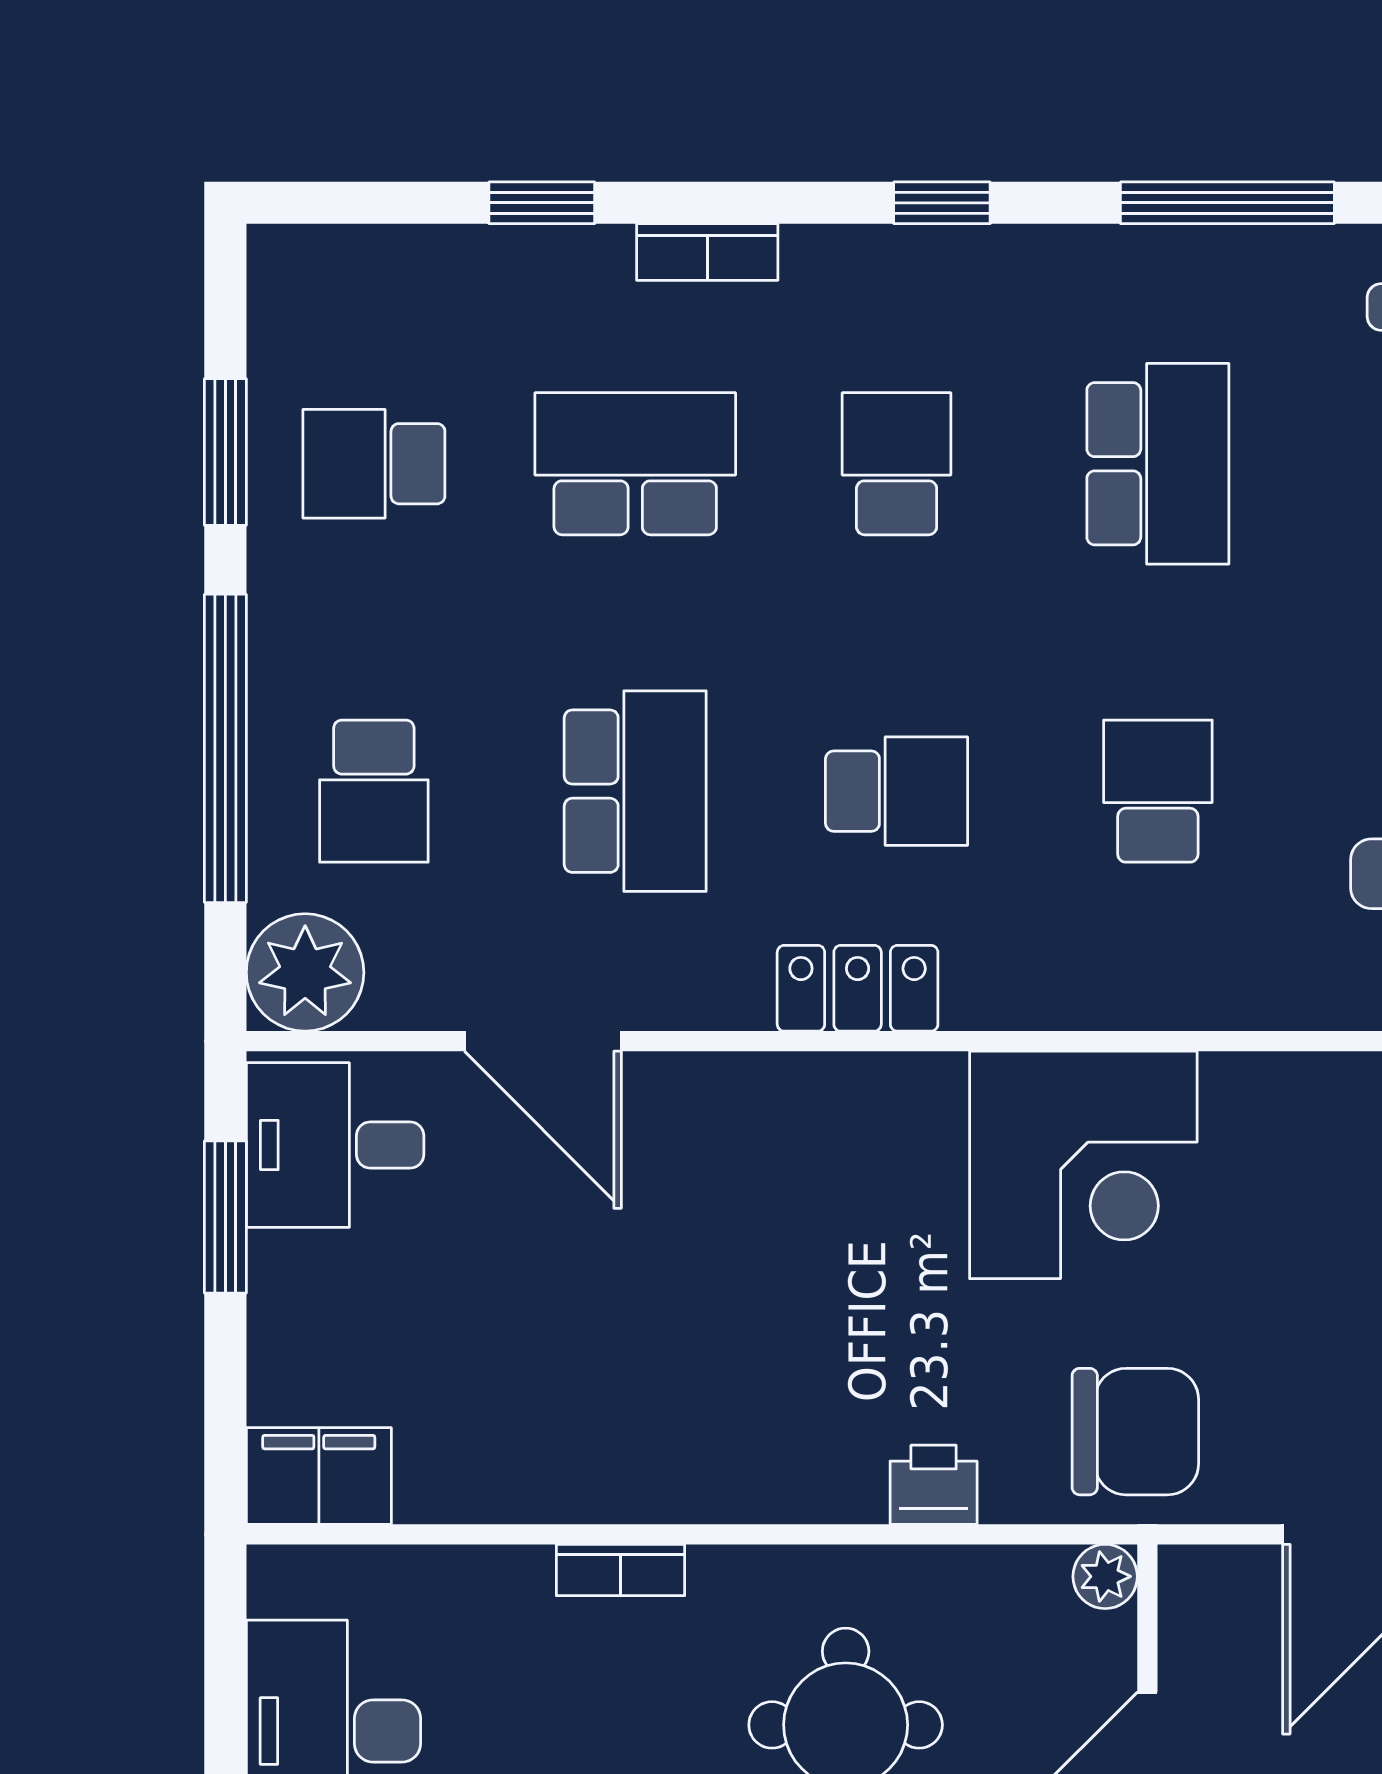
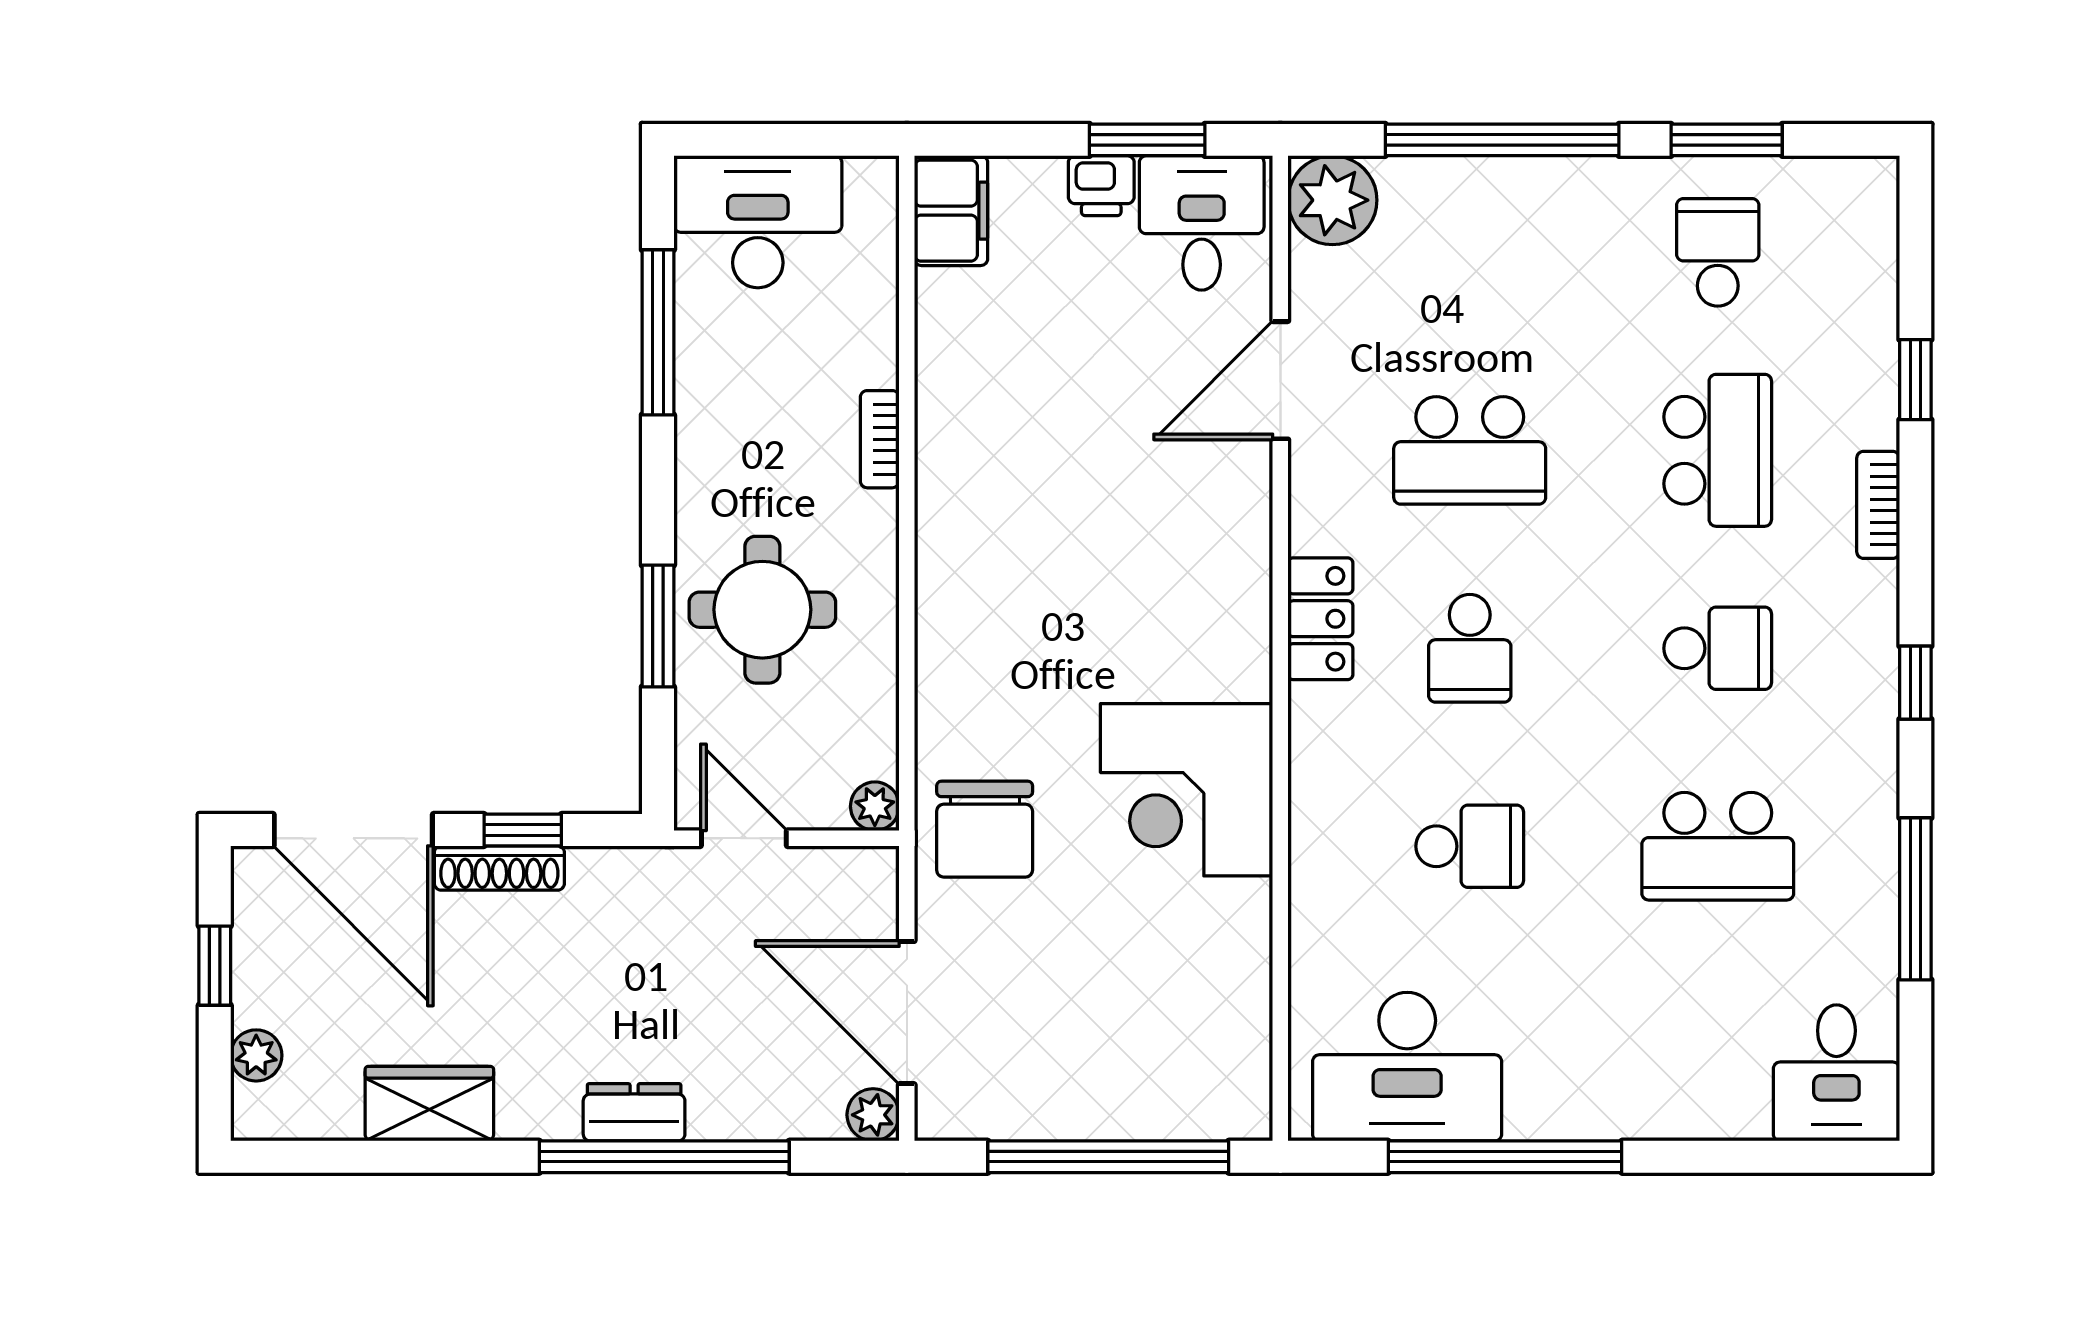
school desk: (374, 791) -> (1470, 252), removed
printer: (934, 1485) -> (1101, 186), moved, turned 90

